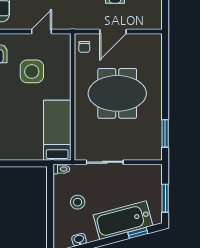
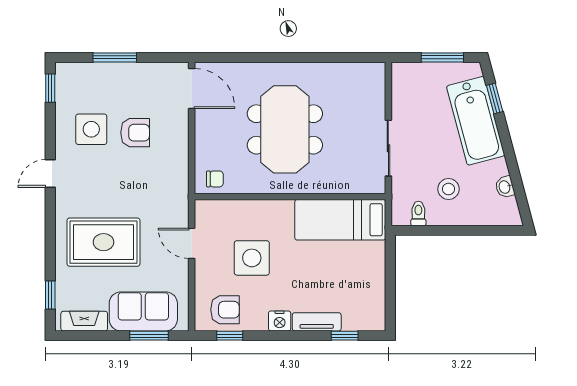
door: (113, 31) -> (192, 88), moved
window: (165, 133) -> (345, 57), removed
toilet: (61, 169) -> (418, 214), moved

